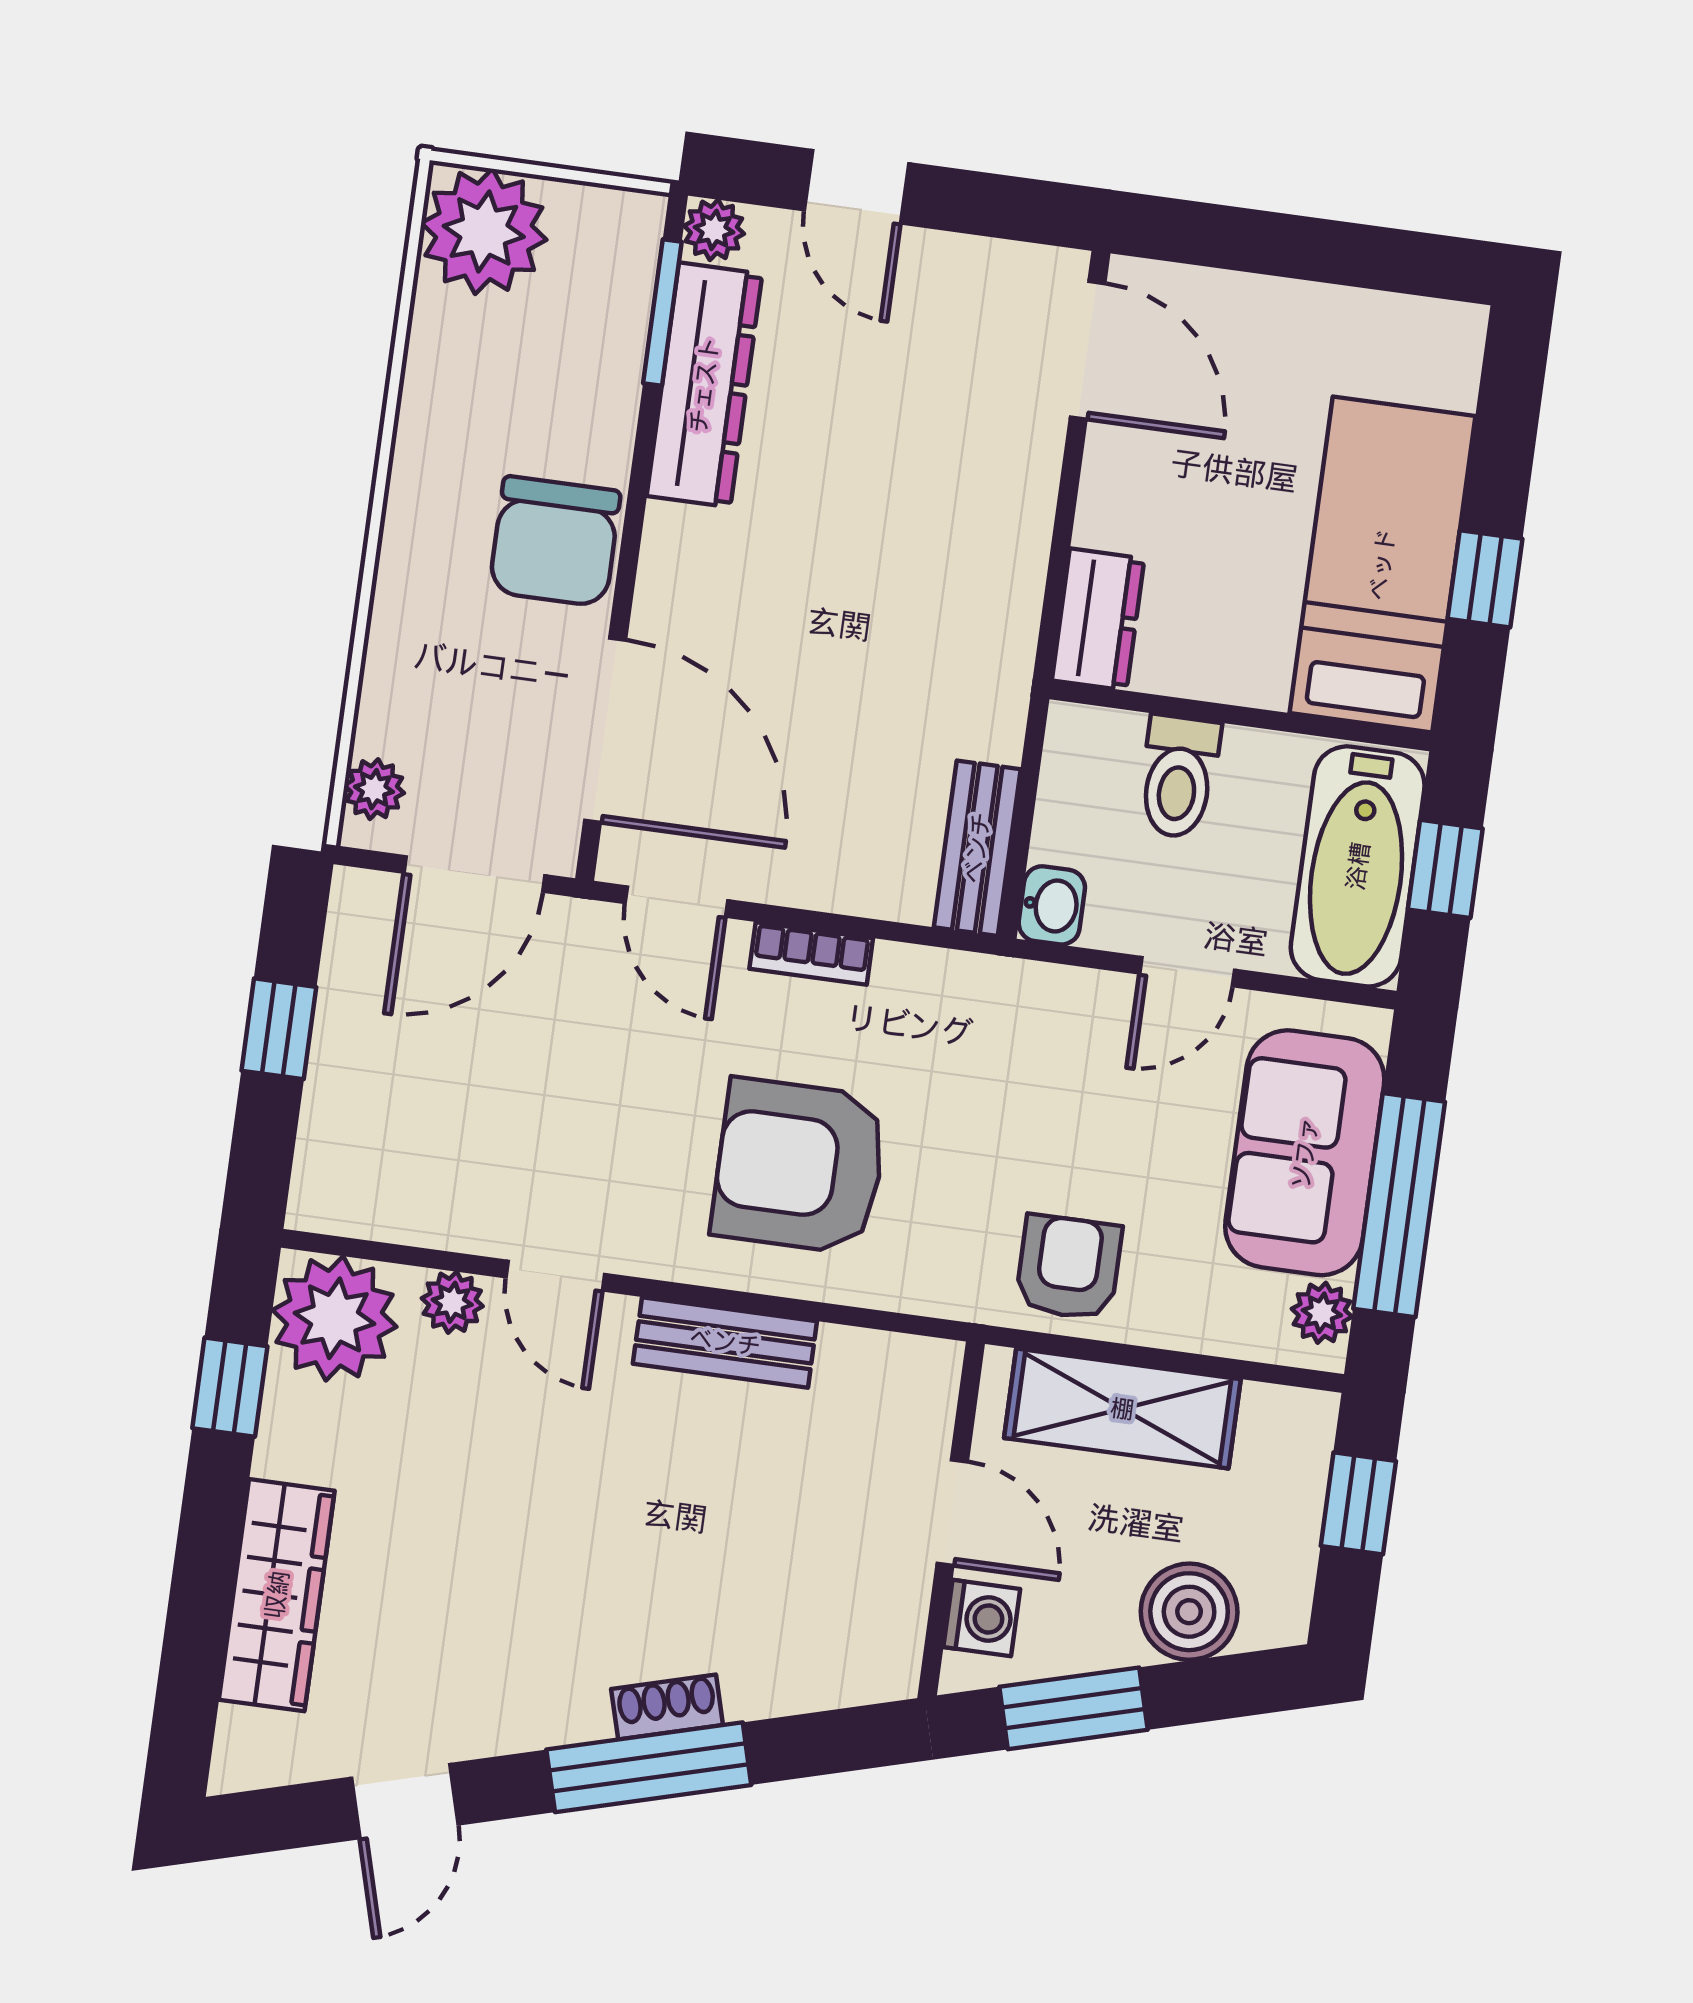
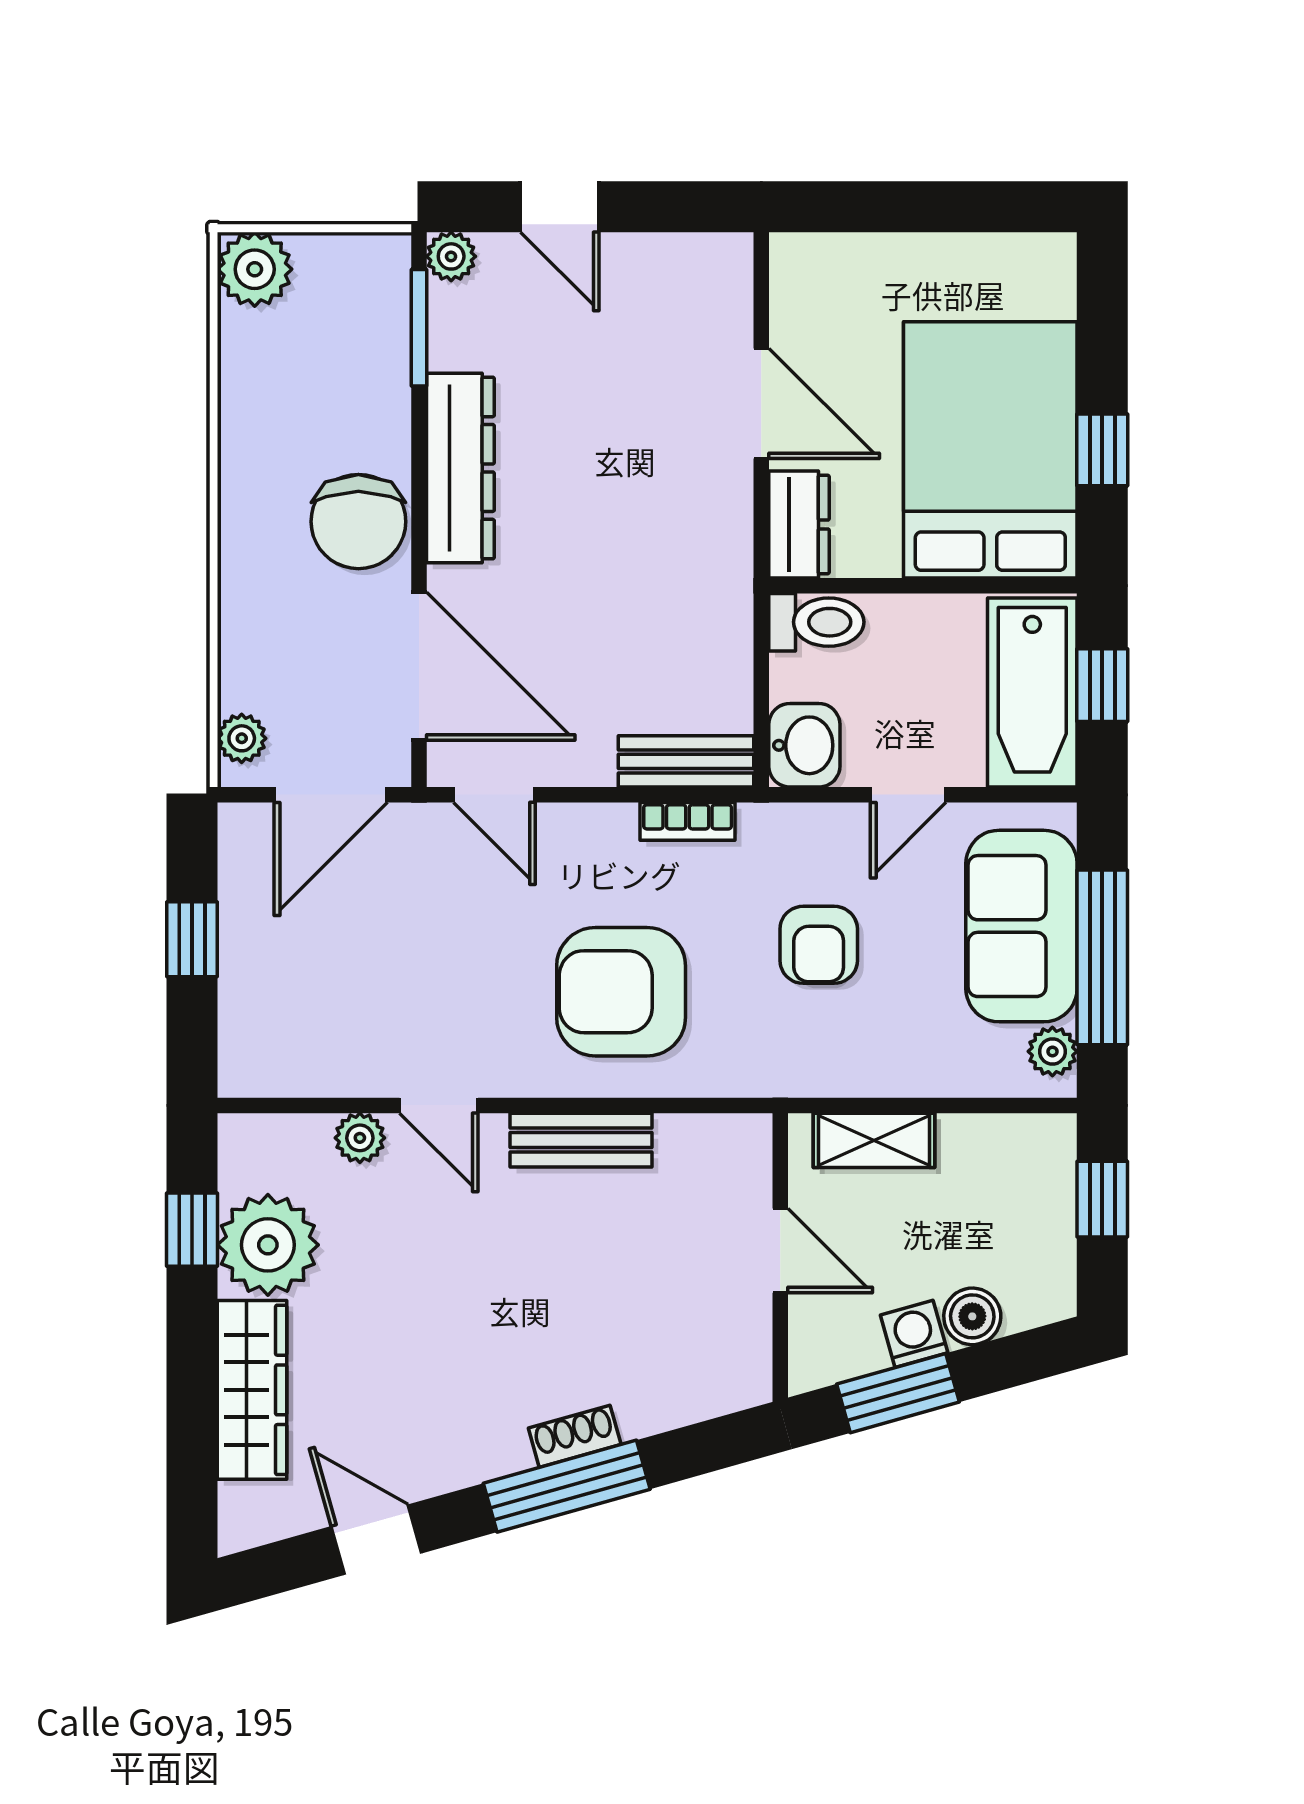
plant: (484, 231) -> (255, 269), width x0.73, depth x0.73
door: (1088, 350) -> (761, 404), moved
dresser: (704, 385) -> (460, 468), moved
bed: (1382, 565) -> (990, 450), width x1.50
toilet: (1179, 777) -> (816, 622), moved, turned -90
bench: (977, 848) -> (686, 761), moved, turned 90
washbasin: (1052, 905) -> (804, 745), width x1.38, depth x1.45
bookcase: (811, 954) -> (688, 821), moved
armchair: (1069, 1267) -> (819, 945), moved, turned 180
plant: (334, 1318) -> (268, 1245), moved
shelving: (1122, 1409) -> (874, 1140), width x0.67, depth x0.75
boiler: (1189, 1612) -> (972, 1316), width x0.73, depth x0.73
washing machine: (982, 1618) -> (914, 1334), moved, turned -106
door: (405, 1801) -> (376, 1540), swing flipped

